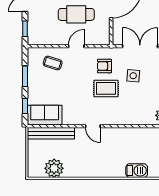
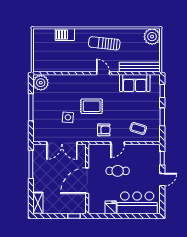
cafe table: (76, 14) -> (118, 171), width x0.73, depth x0.74
armchair: (104, 66) -> (104, 130), moved
sofa: (45, 115) -> (135, 83), moved
sun lounger: (91, 161) -> (104, 43), added
plant: (54, 168) -> (152, 37), moved

